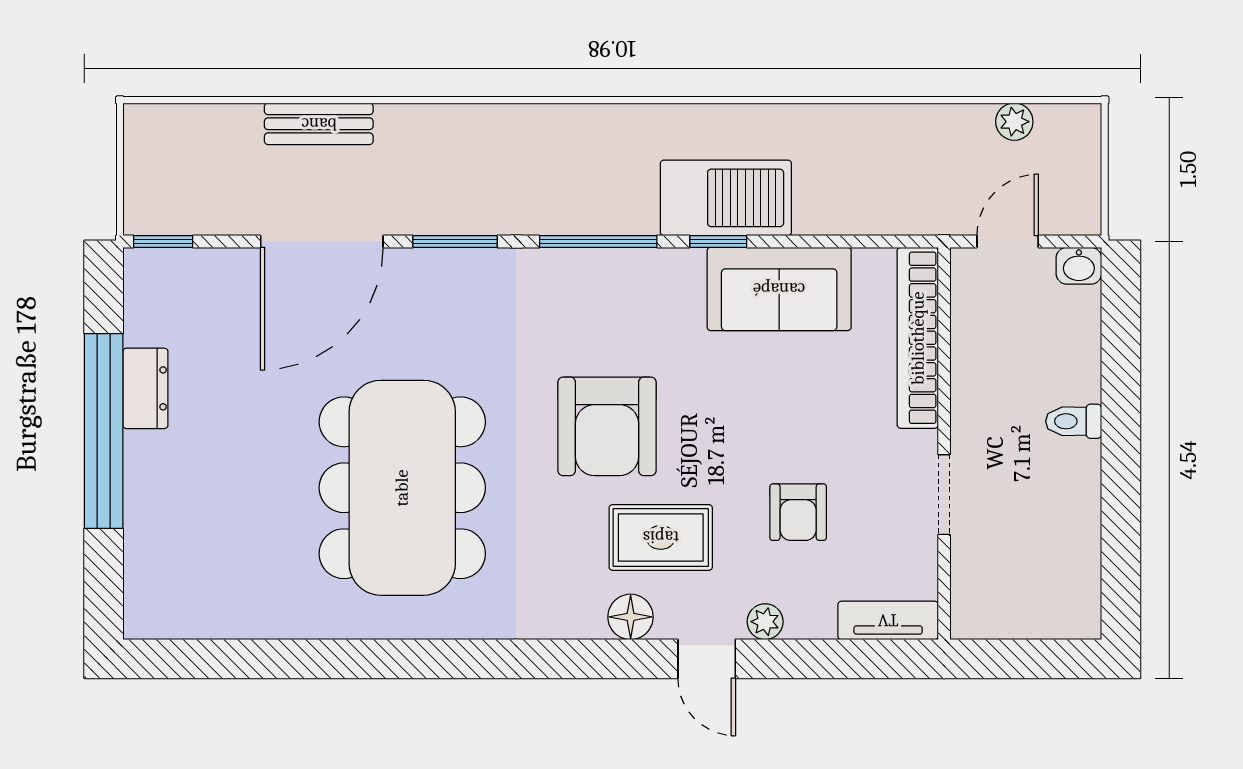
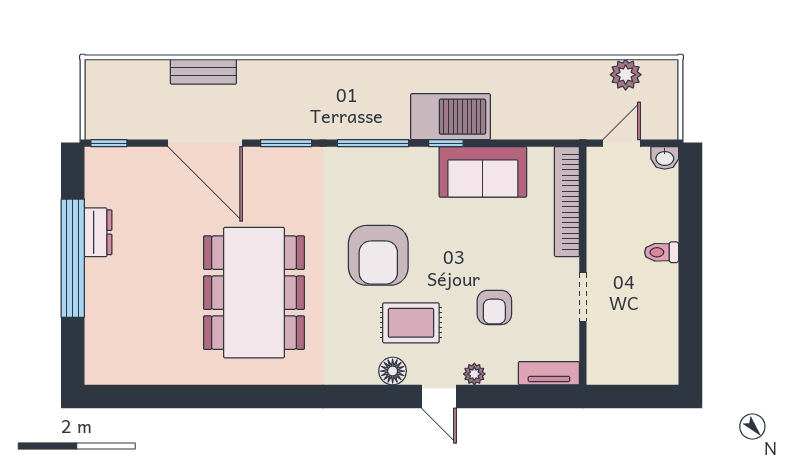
plant: (1014, 122) -> (626, 75), width x1.38, depth x1.38
door: (322, 241) -> (205, 143), hinge flipped

